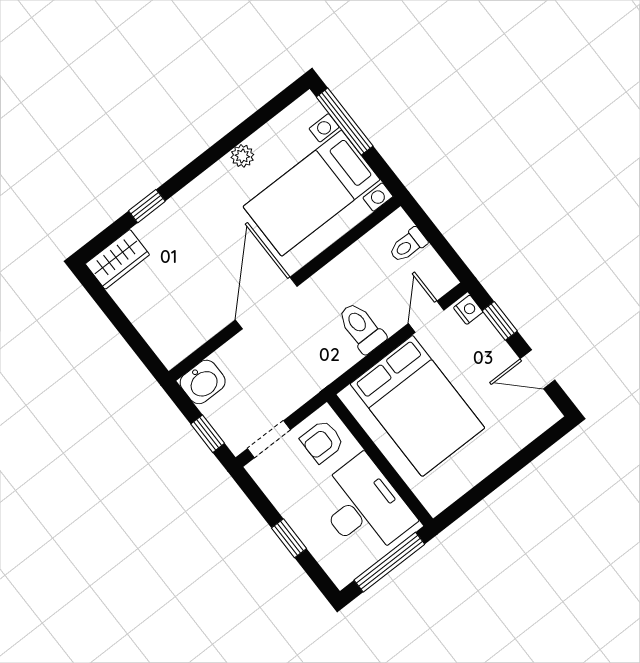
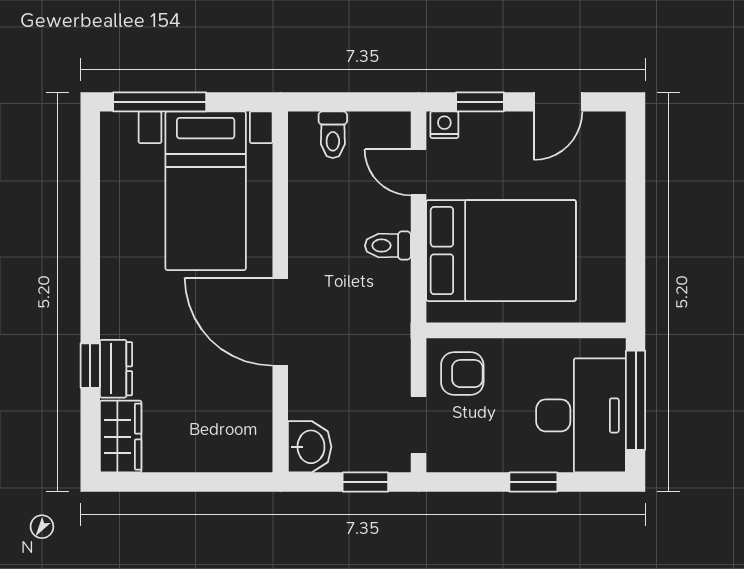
plant: (242, 156) -> (115, 231), removed
dresser: (157, 224) -> (116, 369), added
toilet: (361, 328) -> (388, 246), width x0.73, depth x0.72
armchair: (322, 441) -> (462, 374), turned -90
desk: (364, 507) -> (581, 415), moved, turned 90

